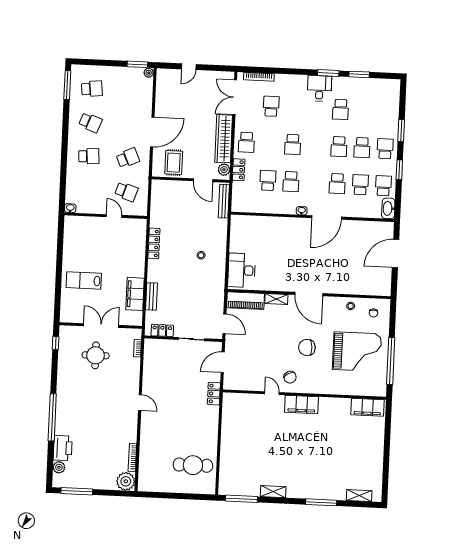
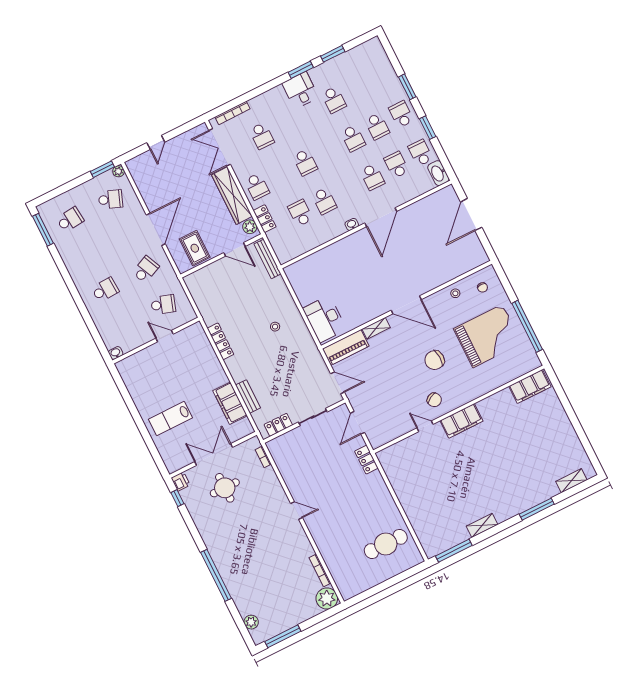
school desk: (271, 106) -> (262, 136), turned 180
school desk: (90, 122) -> (111, 199), moved
printer: (63, 448) -> (181, 481), moved, width x0.53, depth x0.68

